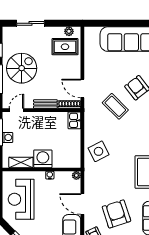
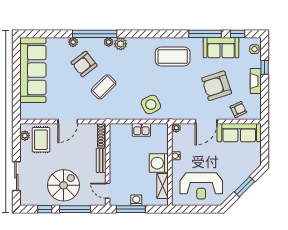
spiral stairs: (22, 68) -> (64, 185), turned 90
door: (82, 89) -> (68, 122), moved
kitchen sink: (74, 120) -> (141, 130), moved

